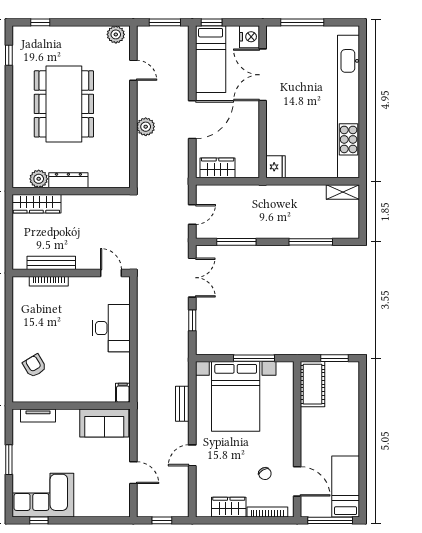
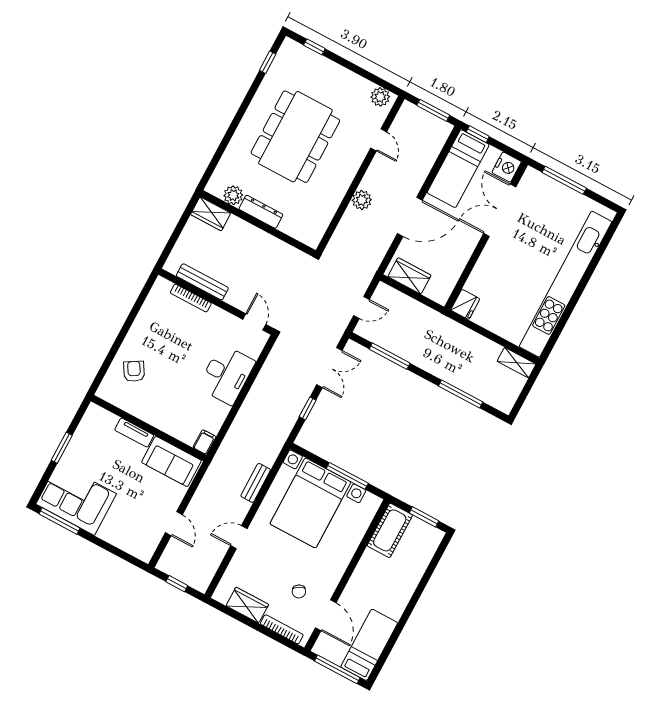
wardrobe: (36, 204) -> (211, 214), width x0.67
tv unit: (38, 416) -> (134, 433), moved
window: (39, 520) -> (60, 521), width x2.17

